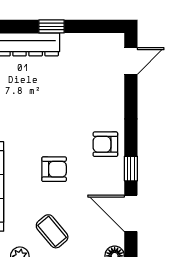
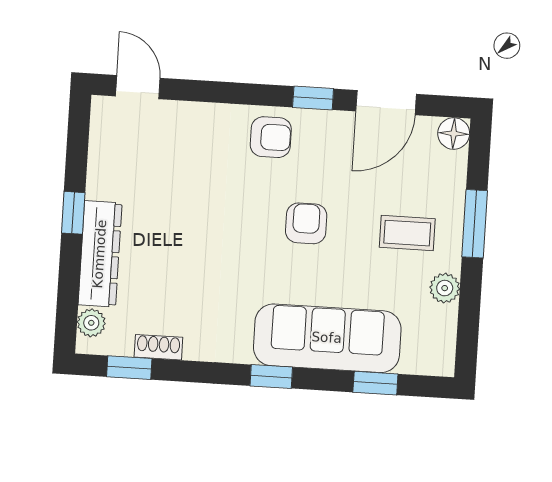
armchair: (105, 144) -> (271, 137), turned -90
coffee table: (52, 231) -> (407, 233), turned 40

